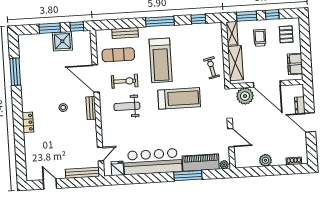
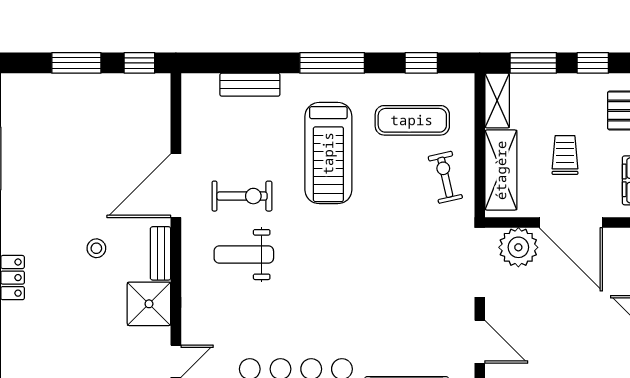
trolley: (260, 38) -> (565, 155), moved
shower: (62, 41) -> (149, 304), moved
exercise mat: (118, 55) -> (412, 120), moved
door: (96, 78) -> (176, 186), hinge flipped
treadmill: (179, 98) -> (366, 244), removed

